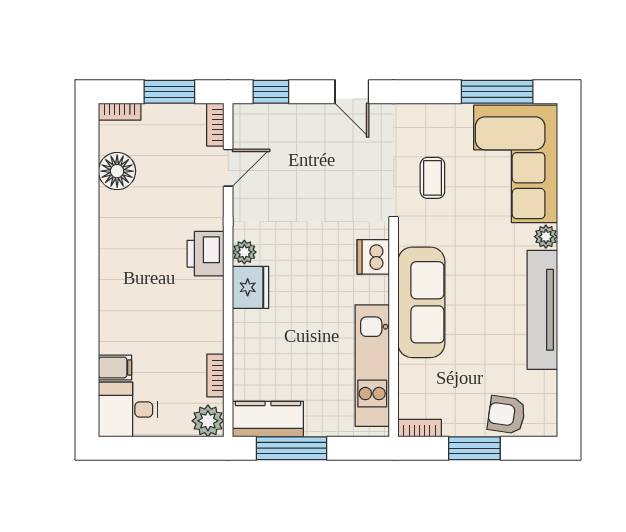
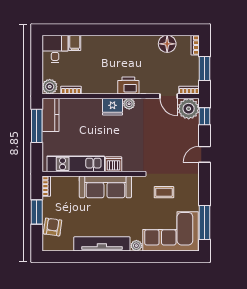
plant: (255, 126) -> (189, 109), added
dishwasher: (373, 257) -> (113, 164), moved

